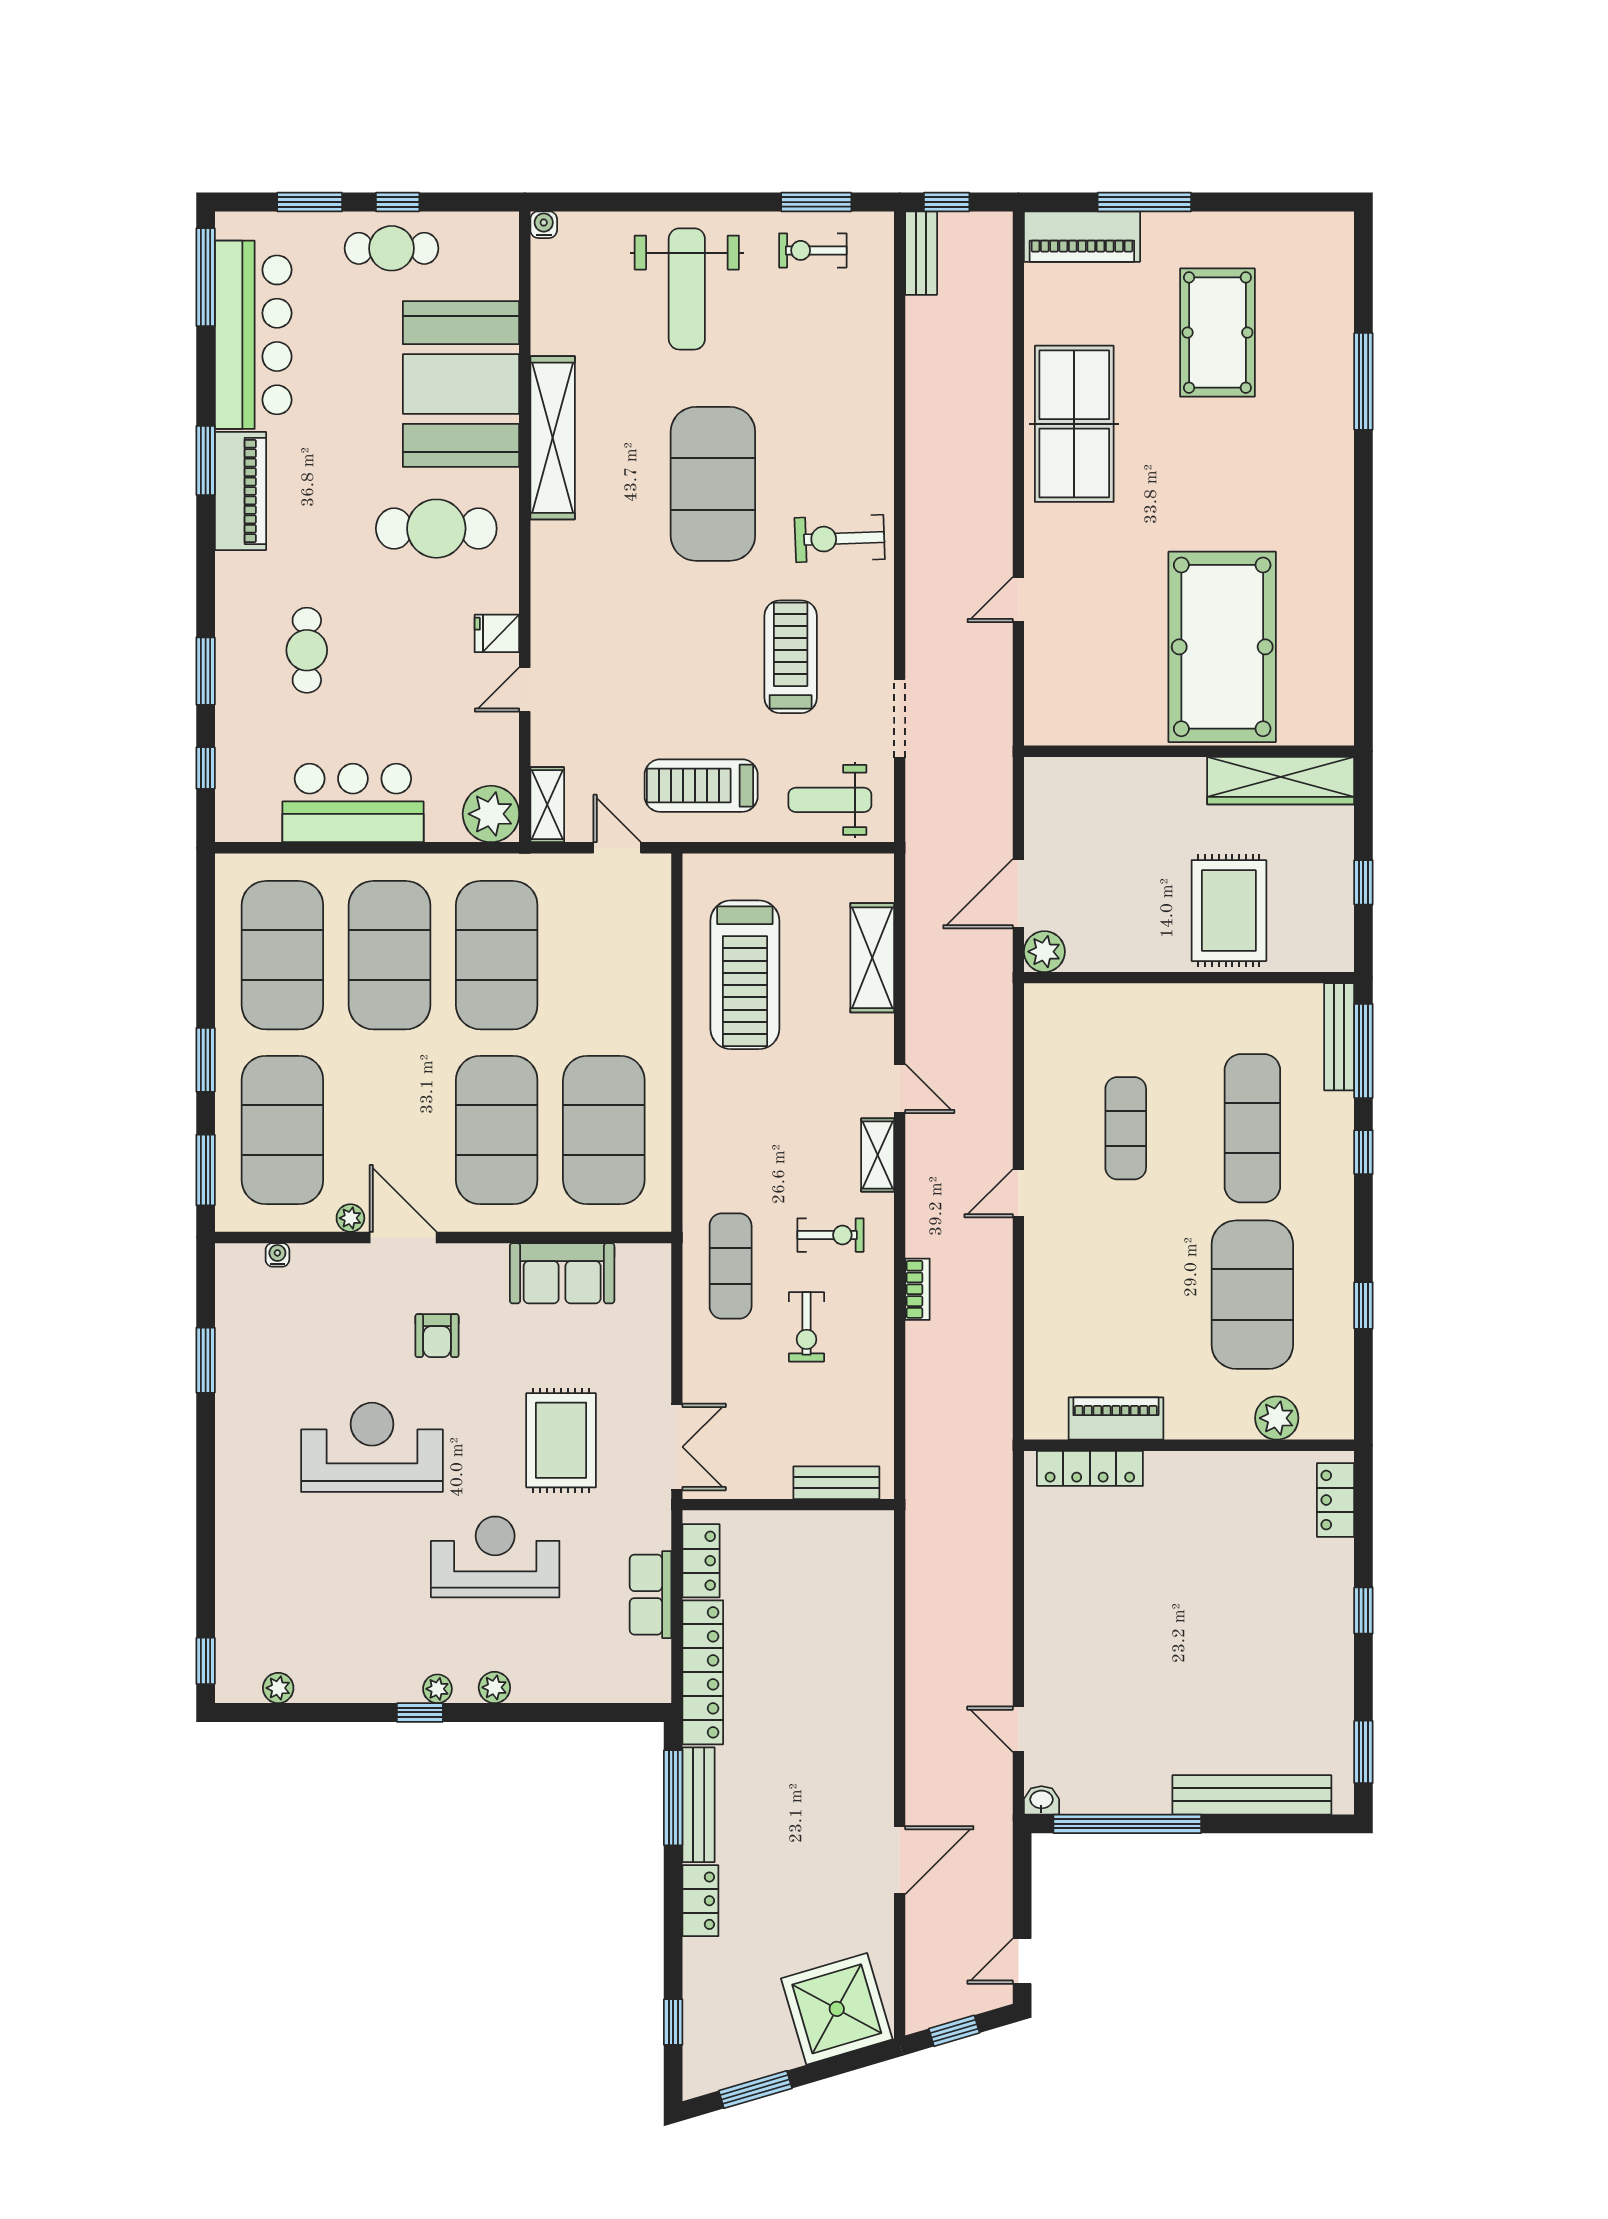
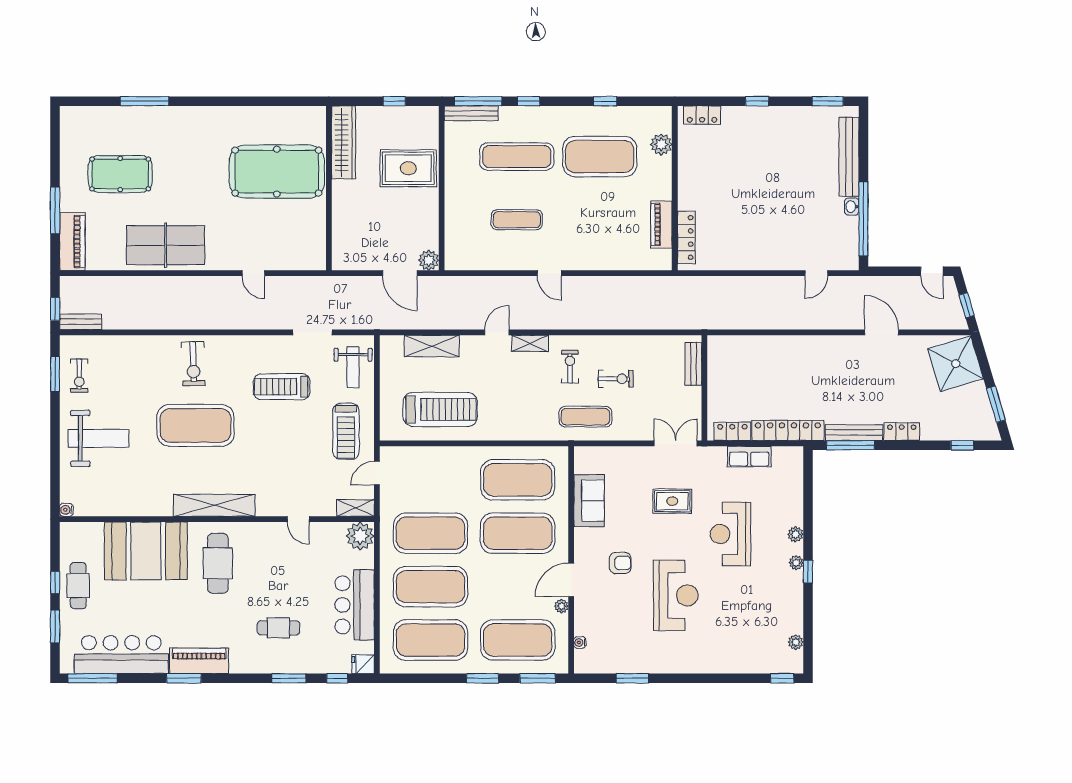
shelving: (553, 438) -> (214, 505), moved
exercise bike: (840, 538) -> (193, 364), moved
fridge: (497, 633) -> (363, 664), moved, turned 90
bookcase: (917, 1289) -> (597, 323), removed
rug: (561, 1440) -> (672, 501), width x0.73, depth x0.70
reception desk: (372, 1447) -> (676, 595), turned 180
washbasin: (1041, 1800) -> (852, 207), moved

